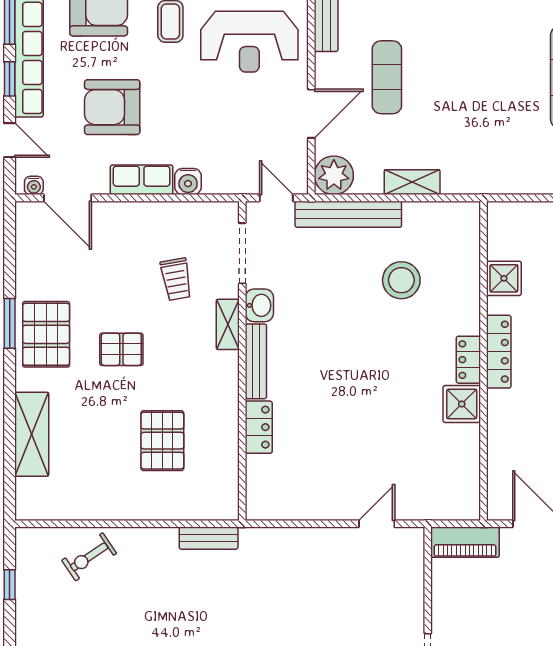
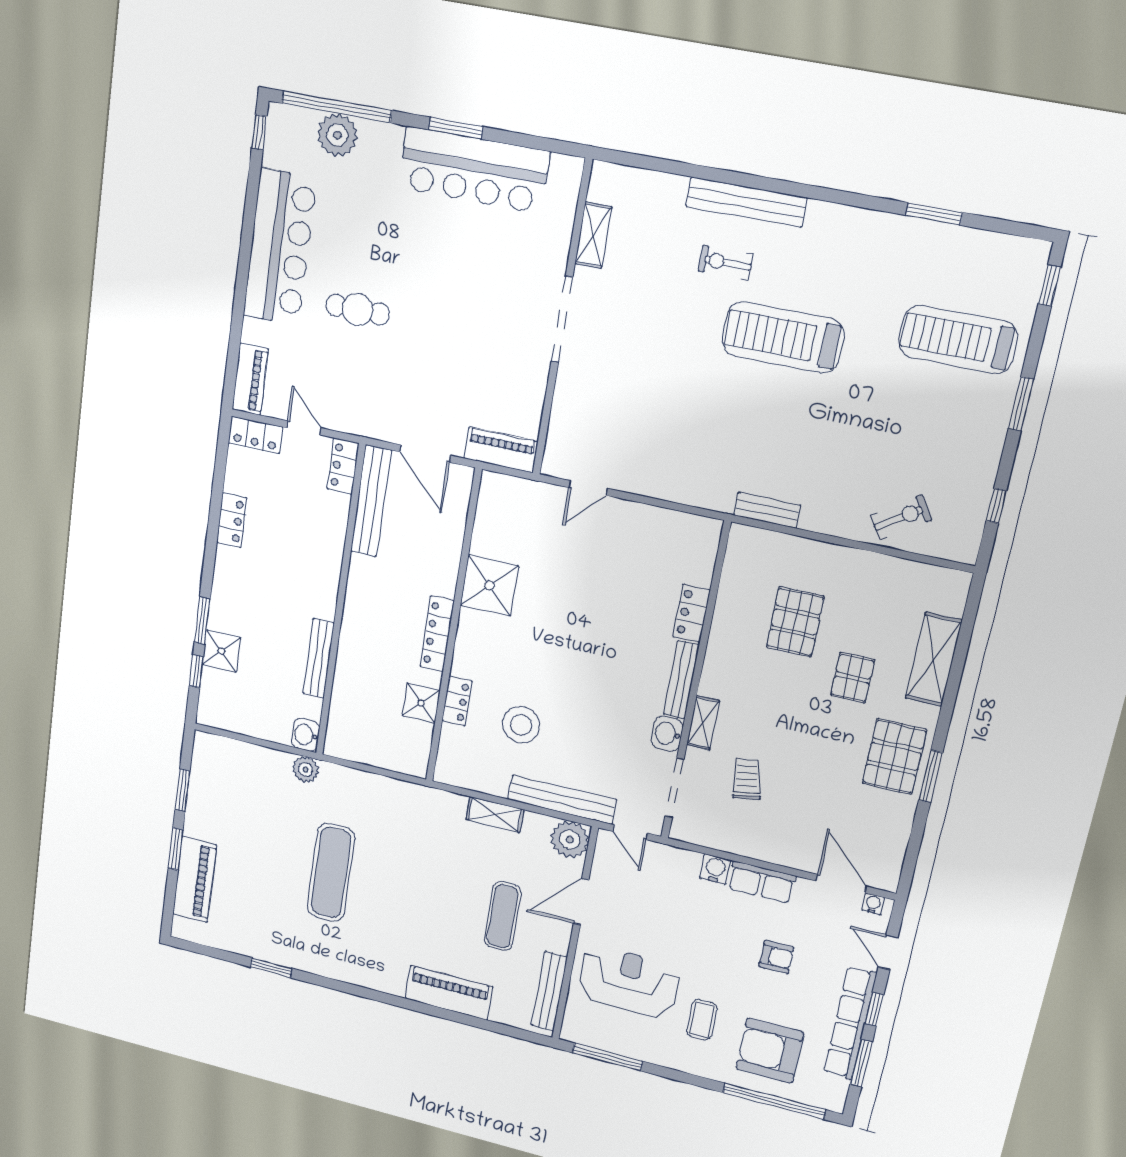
armchair: (112, 107) -> (776, 957), width x0.53, depth x0.53
pallet: (121, 349) -> (853, 678), moved, turned 90
locker: (468, 360) -> (457, 701), moved
shower: (462, 404) -> (489, 585), width x1.36, depth x1.36

